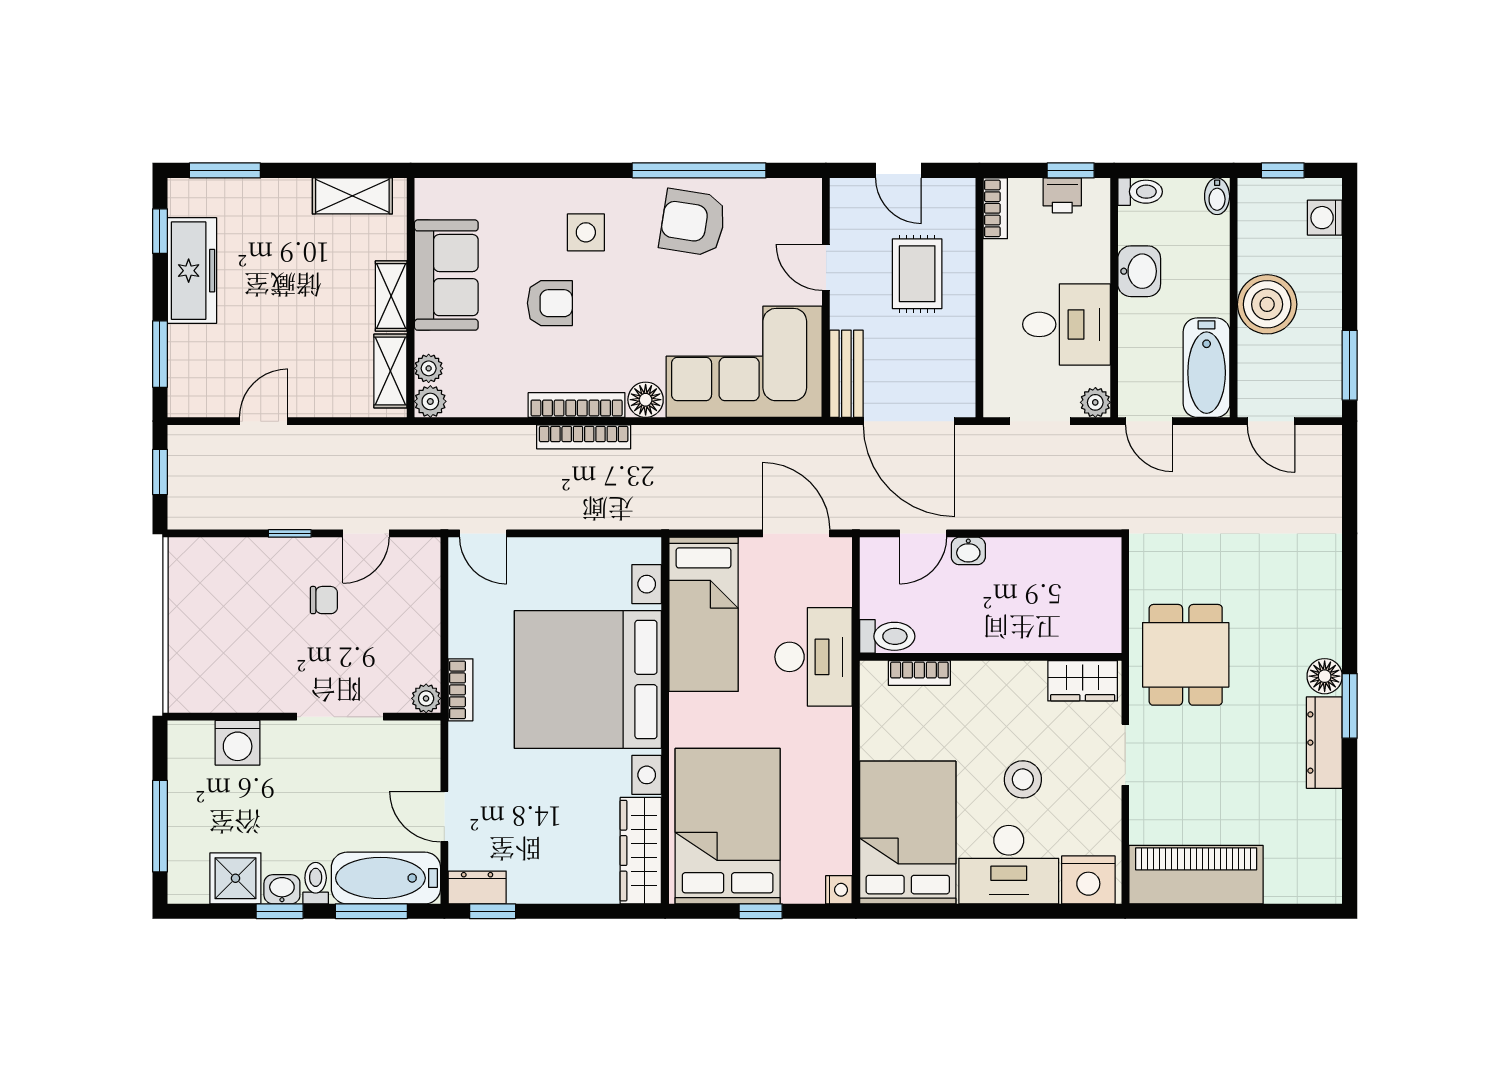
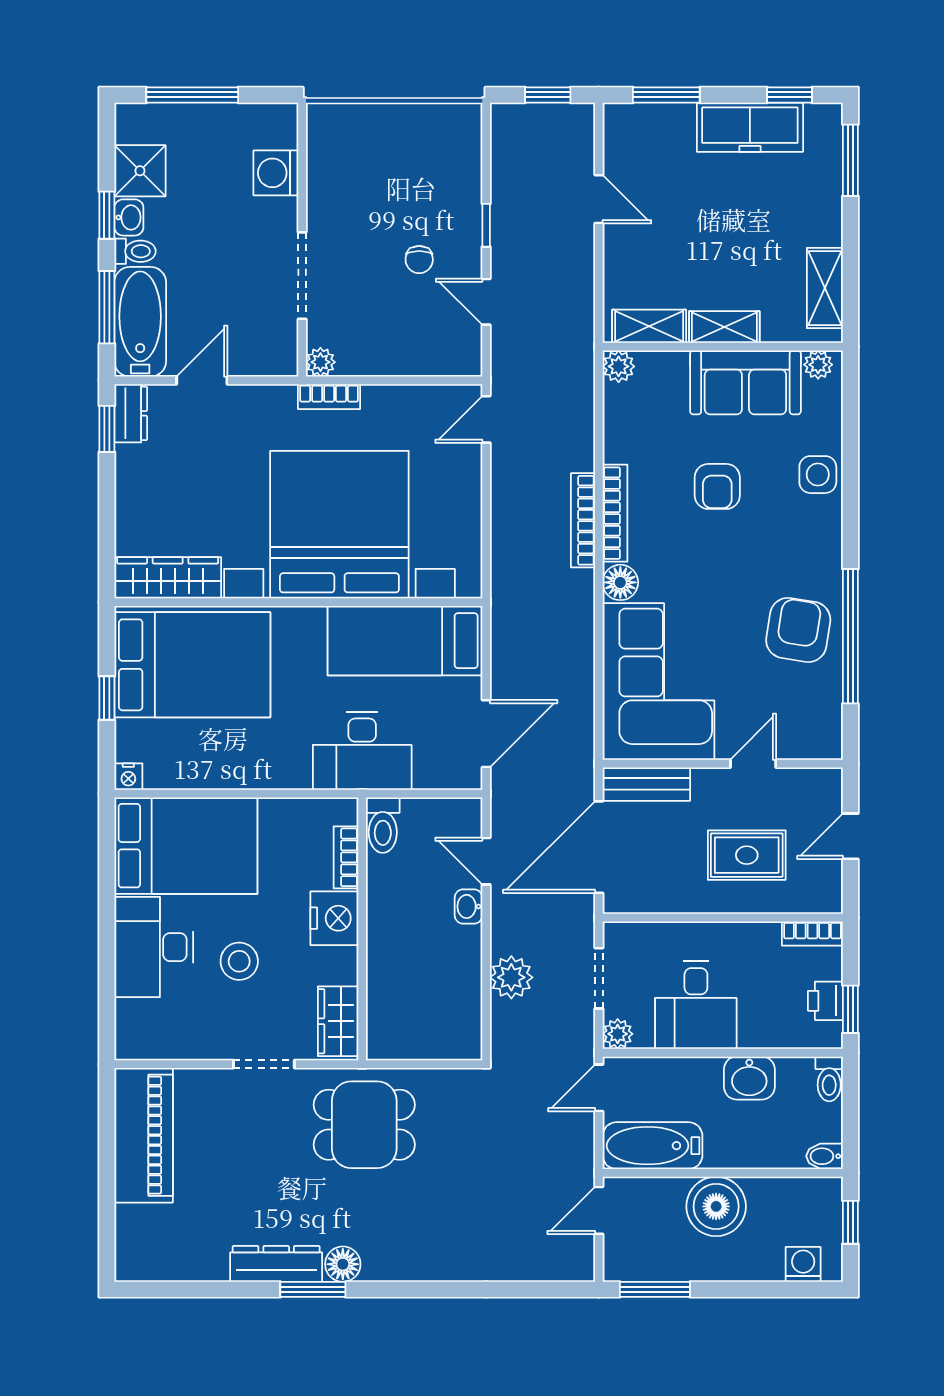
side table: (586, 232) -> (818, 475), moved
plant: (429, 368) -> (818, 365), moved
plant: (1039, 508) -> (511, 977), added
nightstand: (1088, 880) -> (334, 918), moved, turned 180

